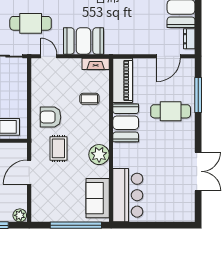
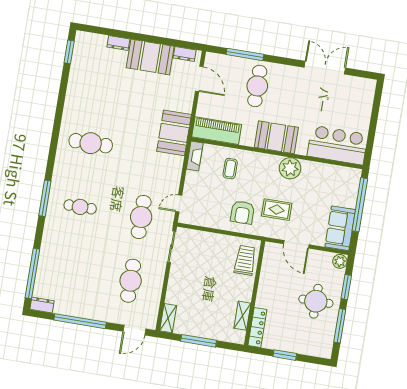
booth: (83, 41) -> (174, 133), moved
booth: (126, 123) -> (276, 137), moved
sofa: (98, 198) -> (340, 228), moved, turned 90

